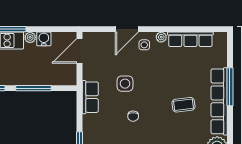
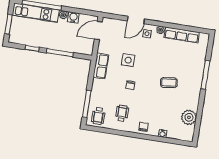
row of seats: (219, 101) -> (196, 84), removed

